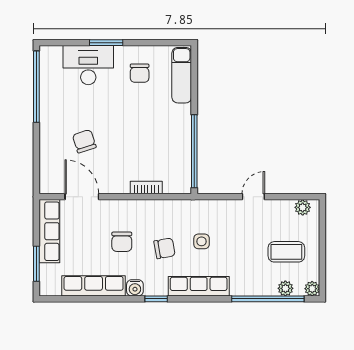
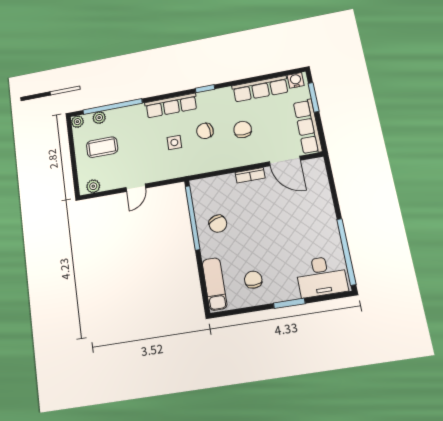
desk: (88, 65) -> (321, 276), moved
chair: (84, 141) -> (218, 224), moved
bookcase: (146, 188) -> (250, 175), moved
water cooler: (135, 288) -> (296, 80), moved

